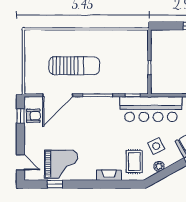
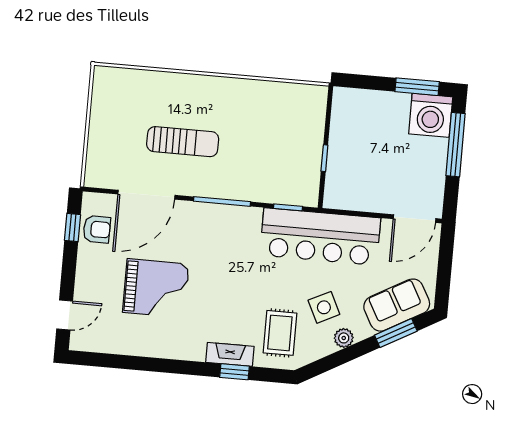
sun lounger: (74, 66) -> (183, 142), width x0.73, depth x0.75
door: (20, 162) -> (65, 315), hinge flipped
grand piano: (61, 164) -> (156, 288), moved
plant: (159, 166) -> (344, 338), moved
window: (55, 184) -> (234, 372), moved

